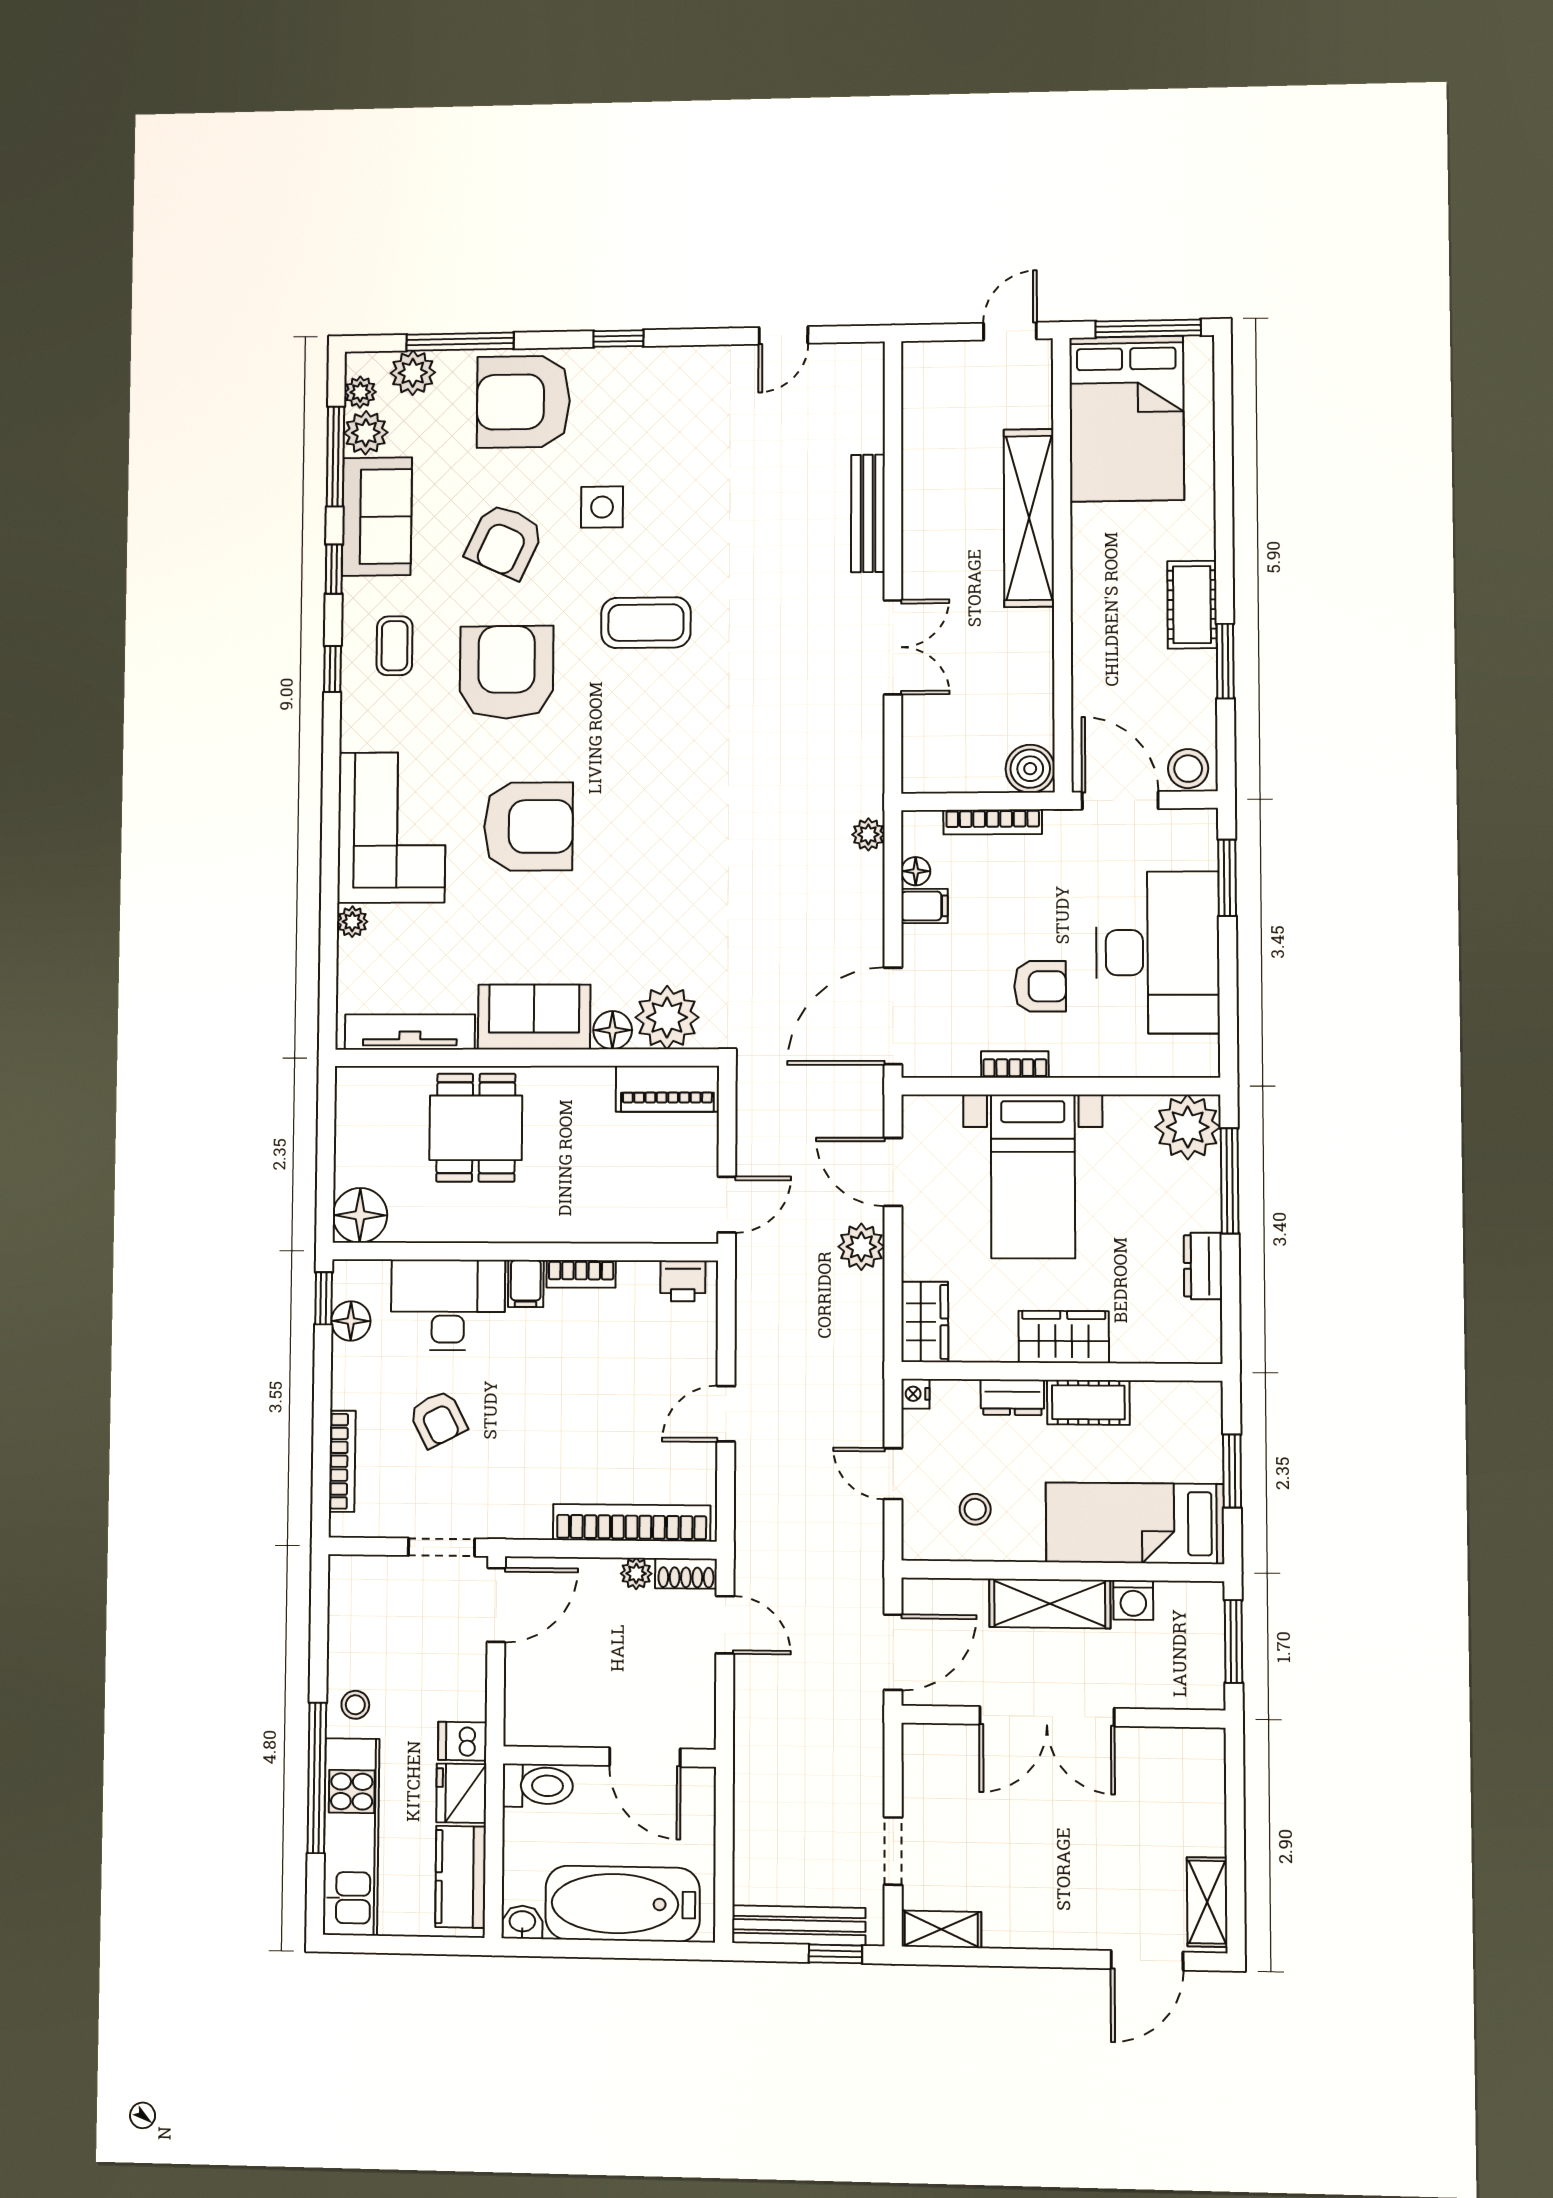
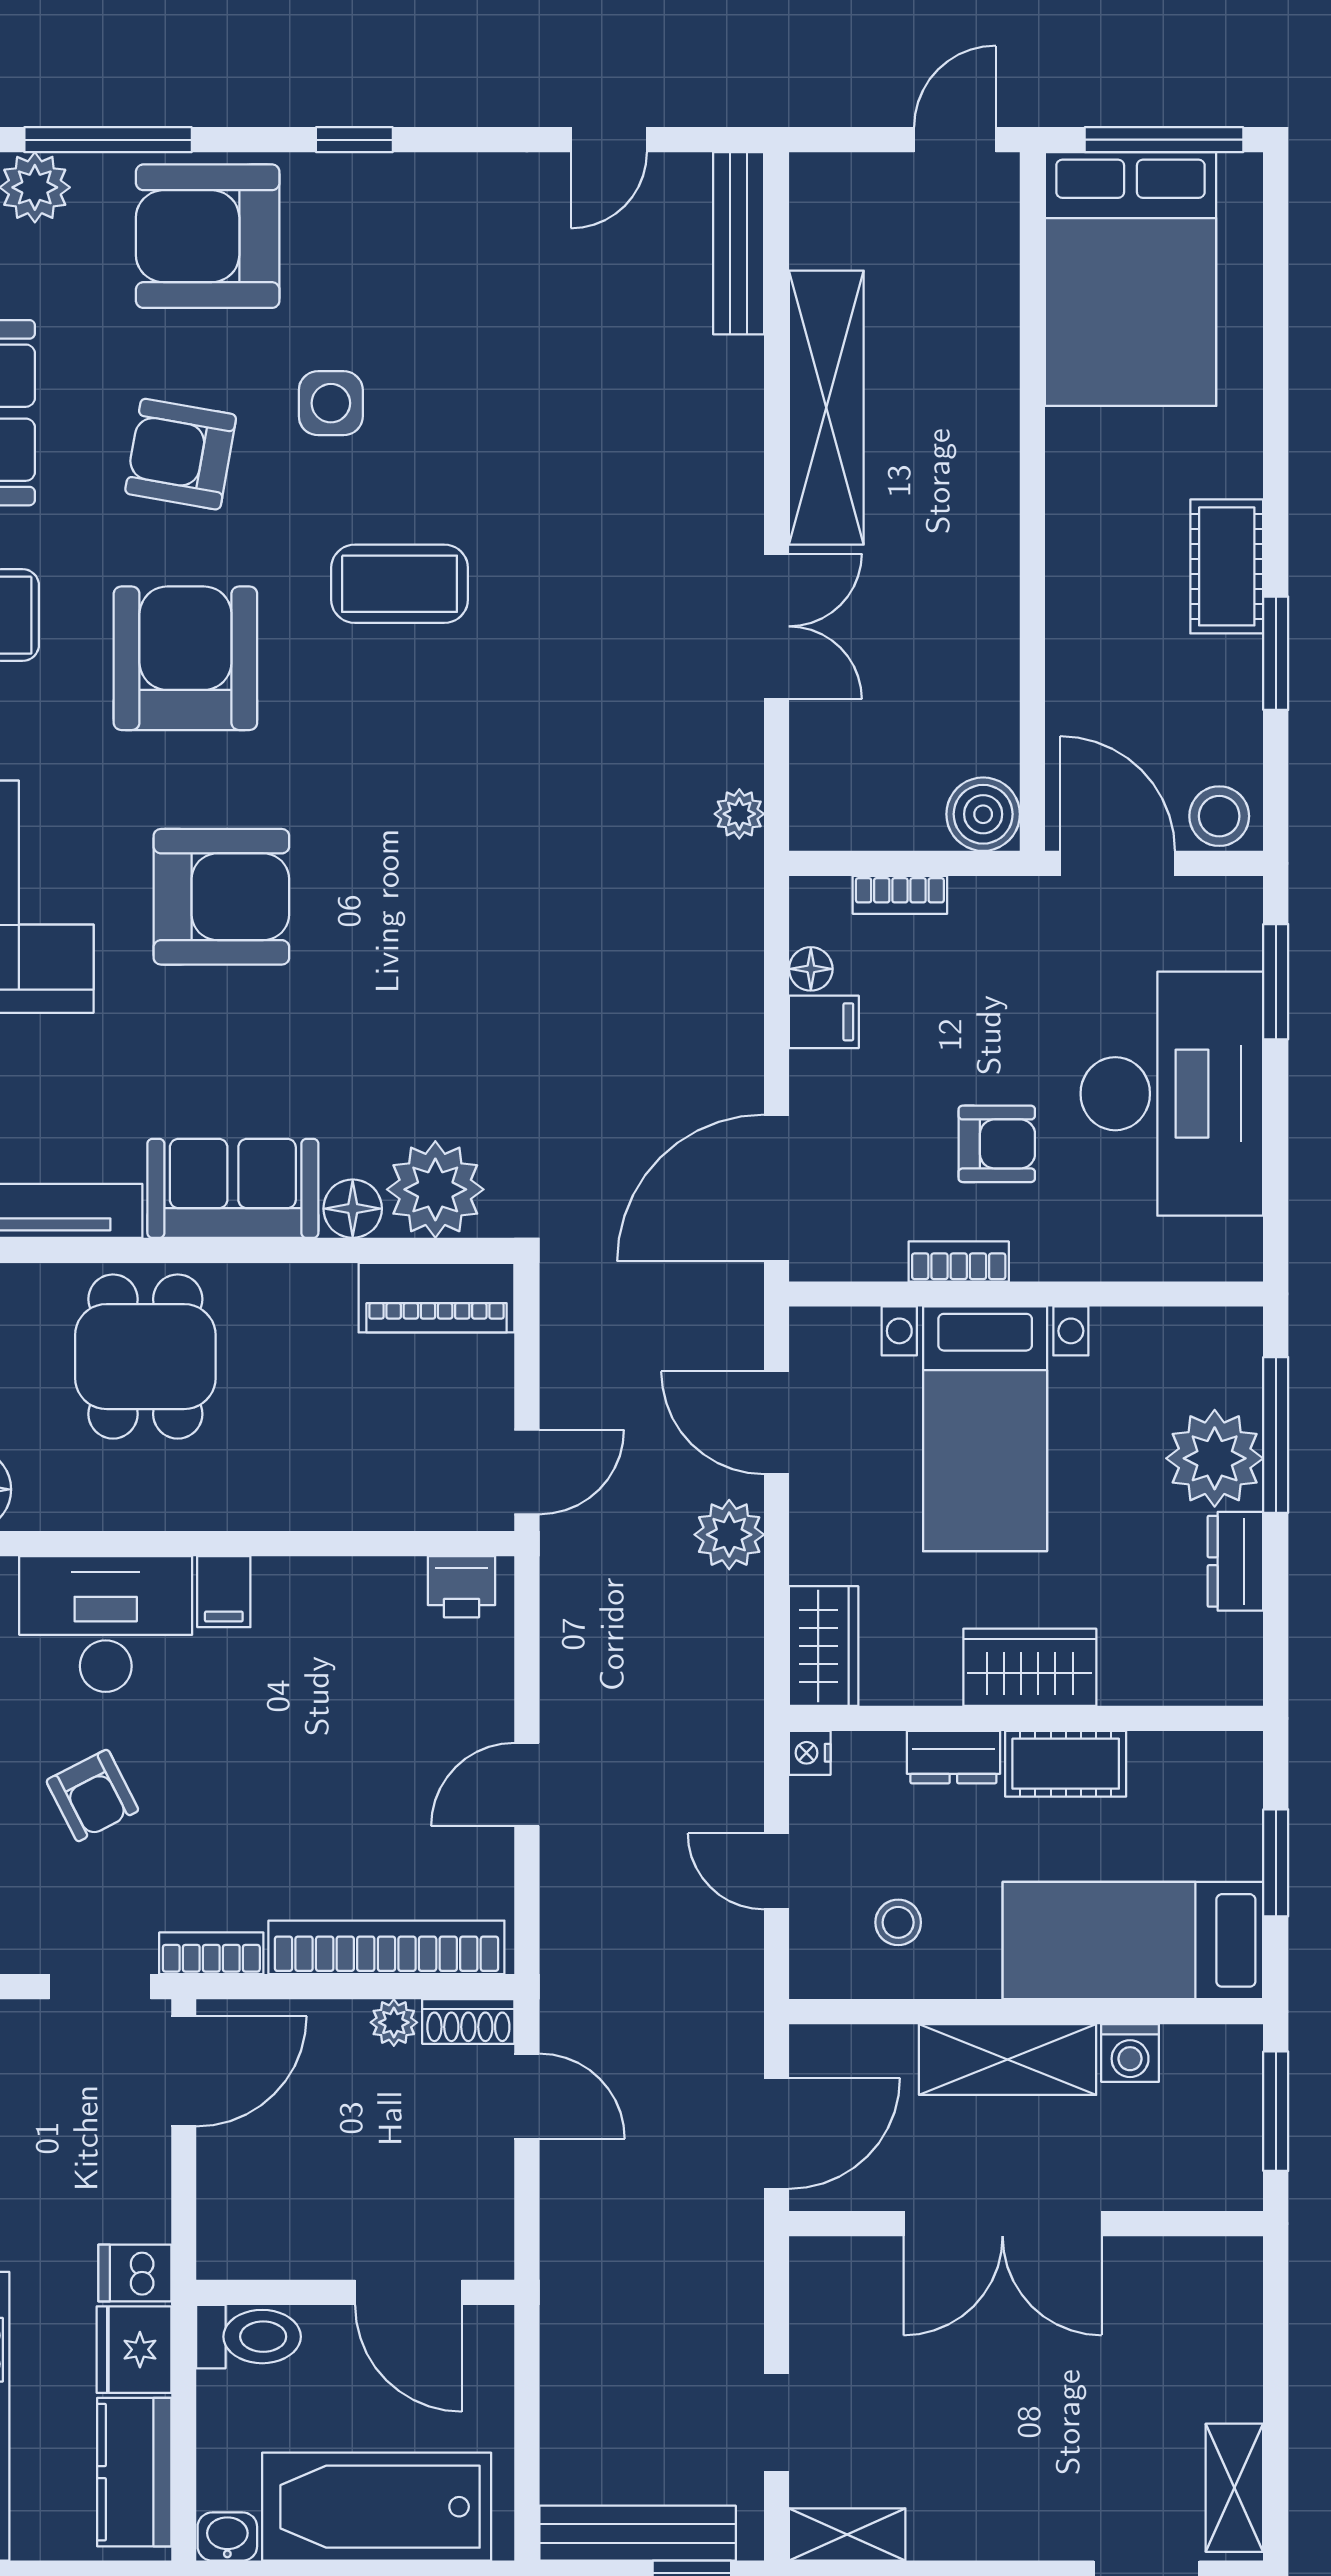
bench: (868, 513) -> (739, 243), moved
shelving: (1029, 518) -> (826, 408), moved
armchair: (505, 541) -> (181, 454), turned 75
bookcase: (993, 822) -> (900, 895), width x0.64
plant: (868, 834) -> (739, 814), moved
plant: (1188, 1127) -> (1215, 1458), moved
bookcase: (581, 1274) -> (211, 1953), moved, turned 180

